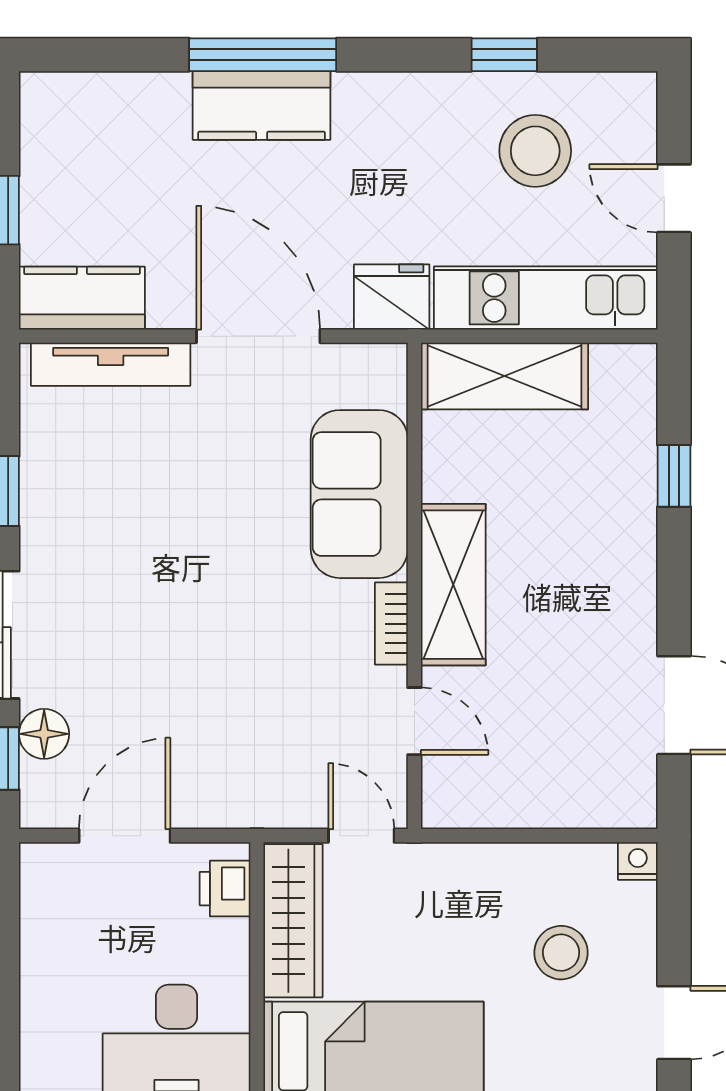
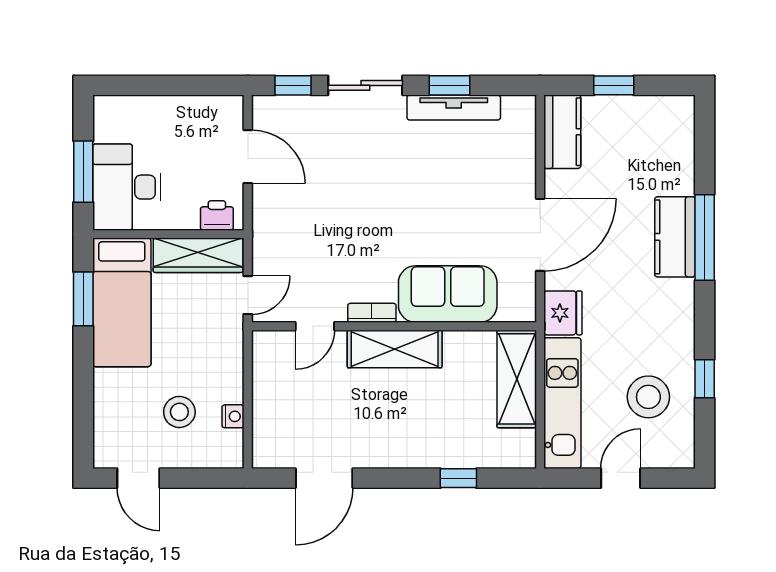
tv unit: (111, 364) -> (454, 108), moved, turned -90
floor lamp: (44, 734) -> (307, 110), removed
nightstand: (638, 861) -> (233, 416), moved

